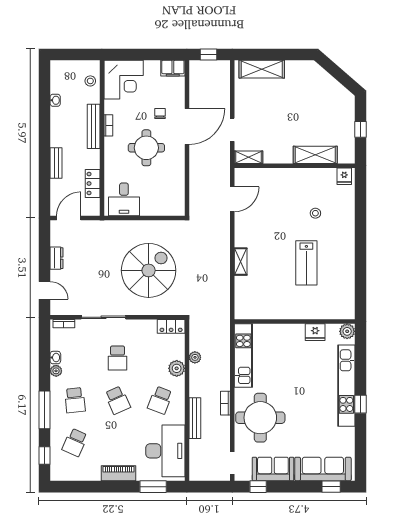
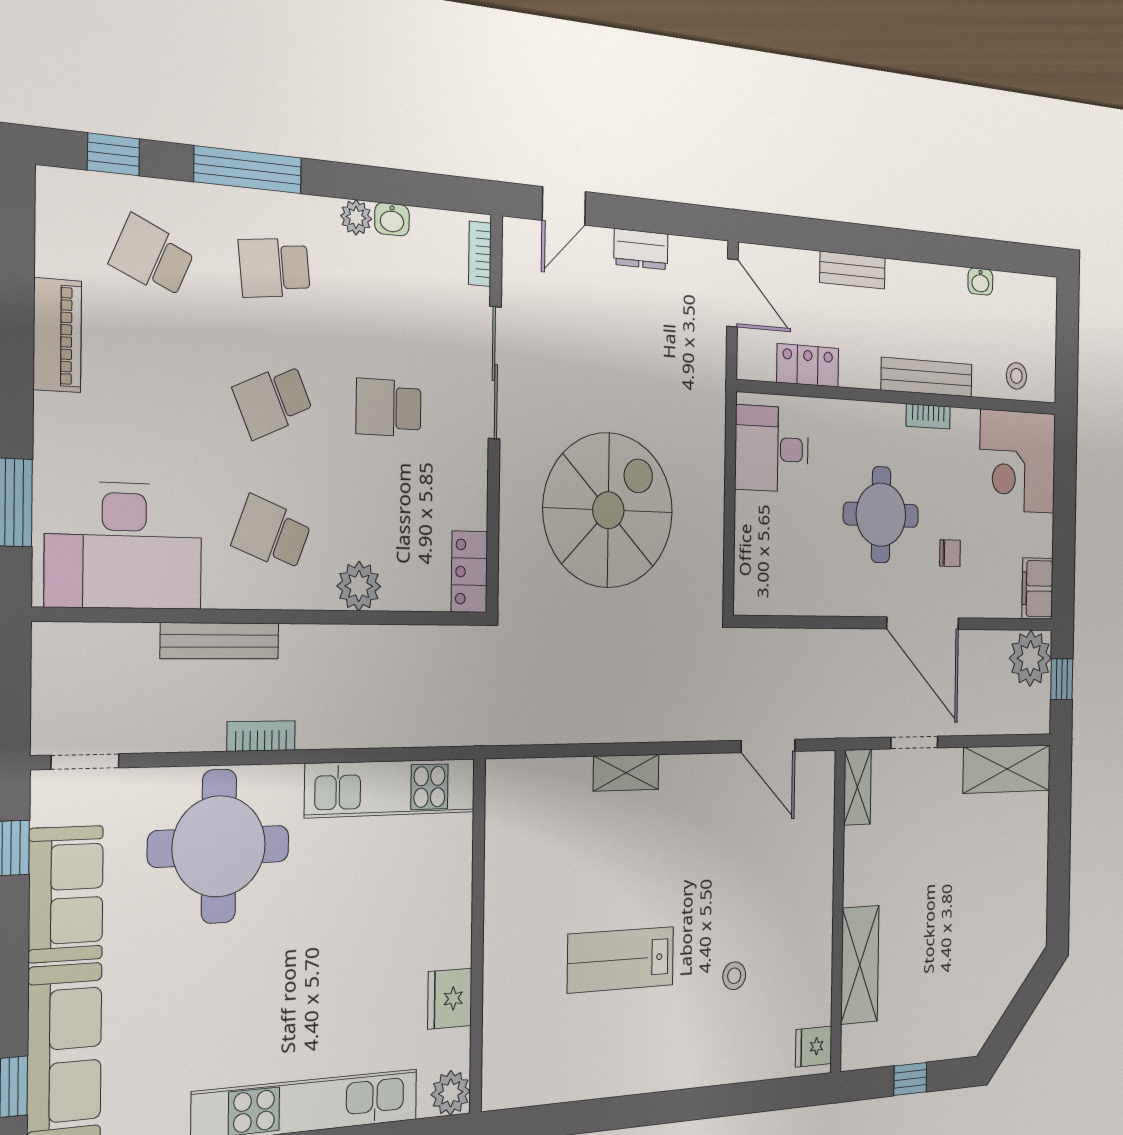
shelving: (262, 69) -> (1007, 769), moved, turned 90
spiral stairs: (149, 270) -> (608, 510), turned -90
plant: (195, 357) -> (1030, 658), moved, width x1.87, depth x1.87
piano: (119, 473) -> (57, 335), moved

